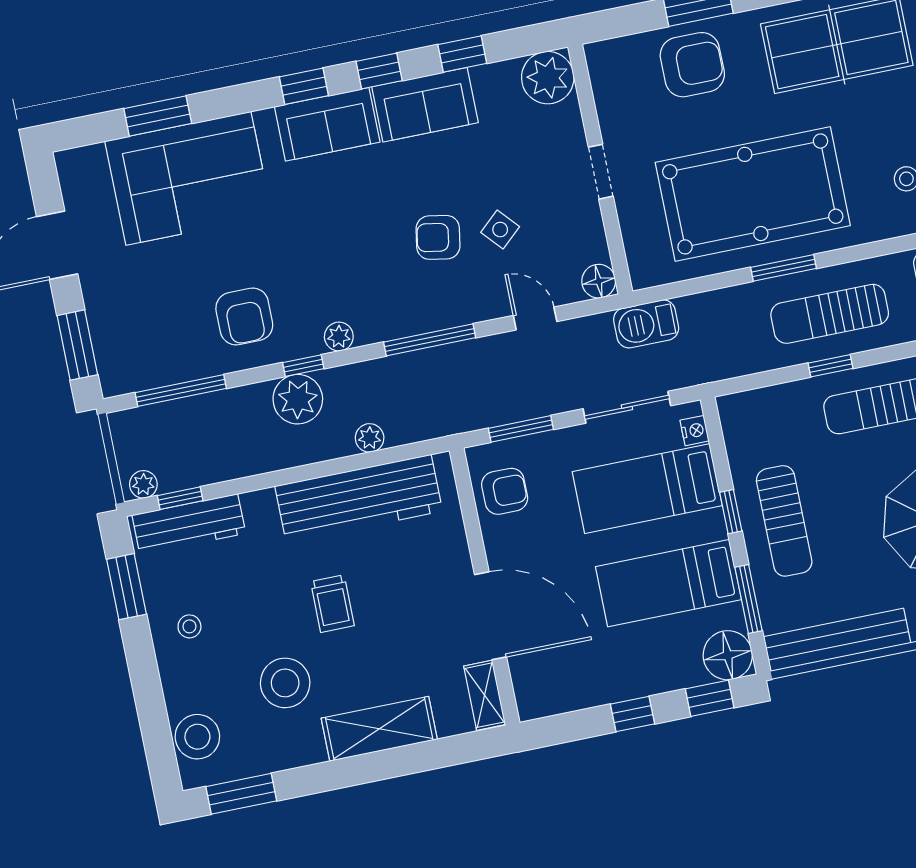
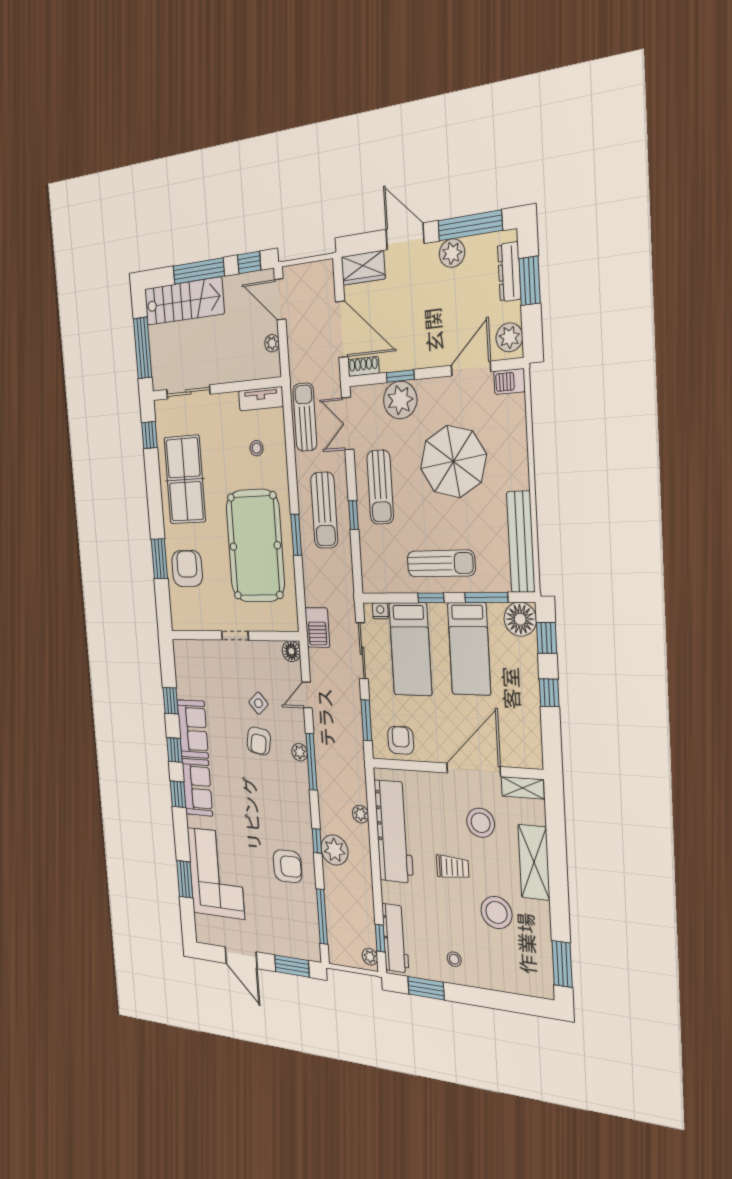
plant: (548, 78) -> (186, 655), removed
plant: (339, 337) -> (300, 752), moved
stool: (197, 737) -> (481, 823), moved

